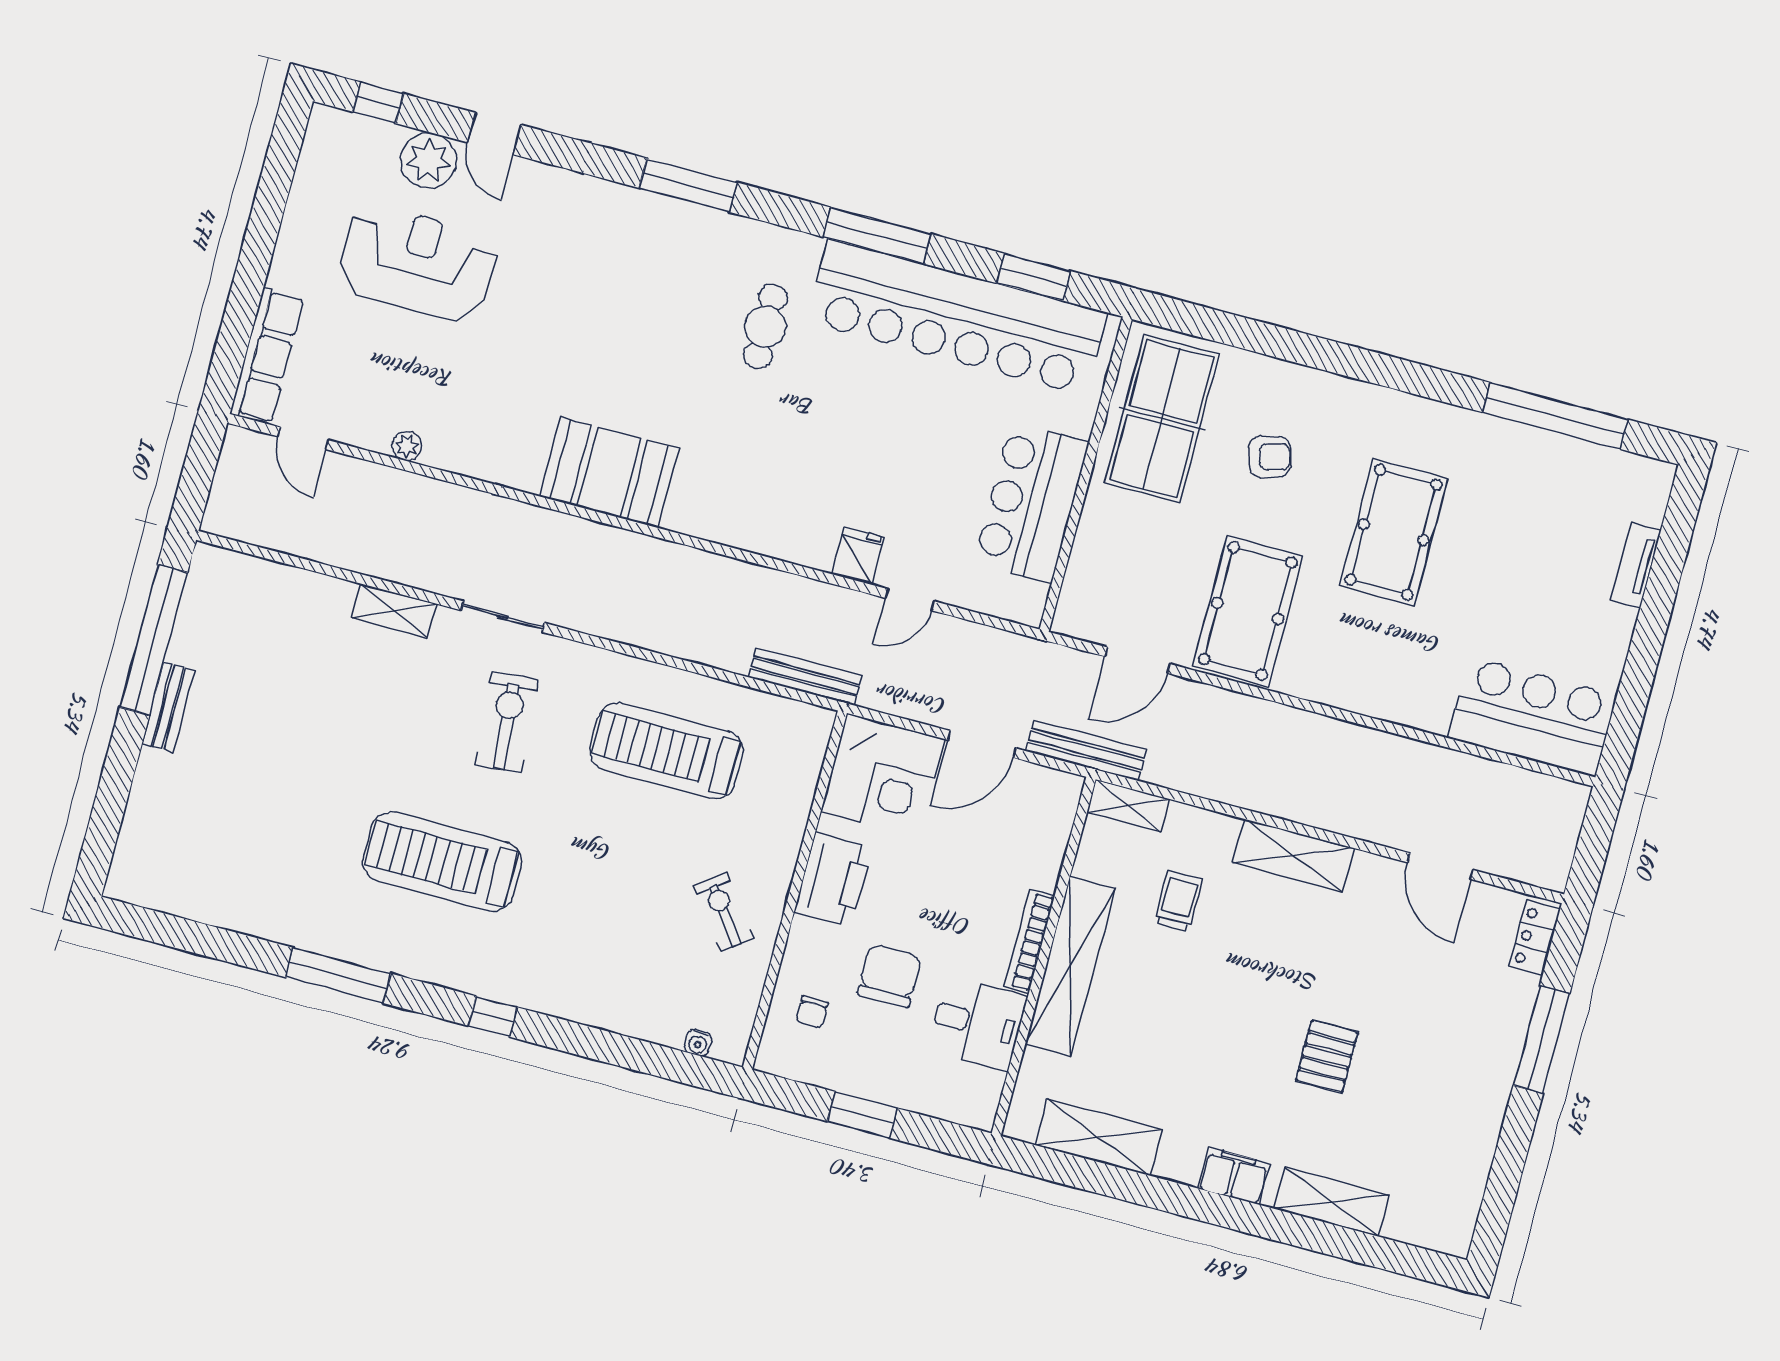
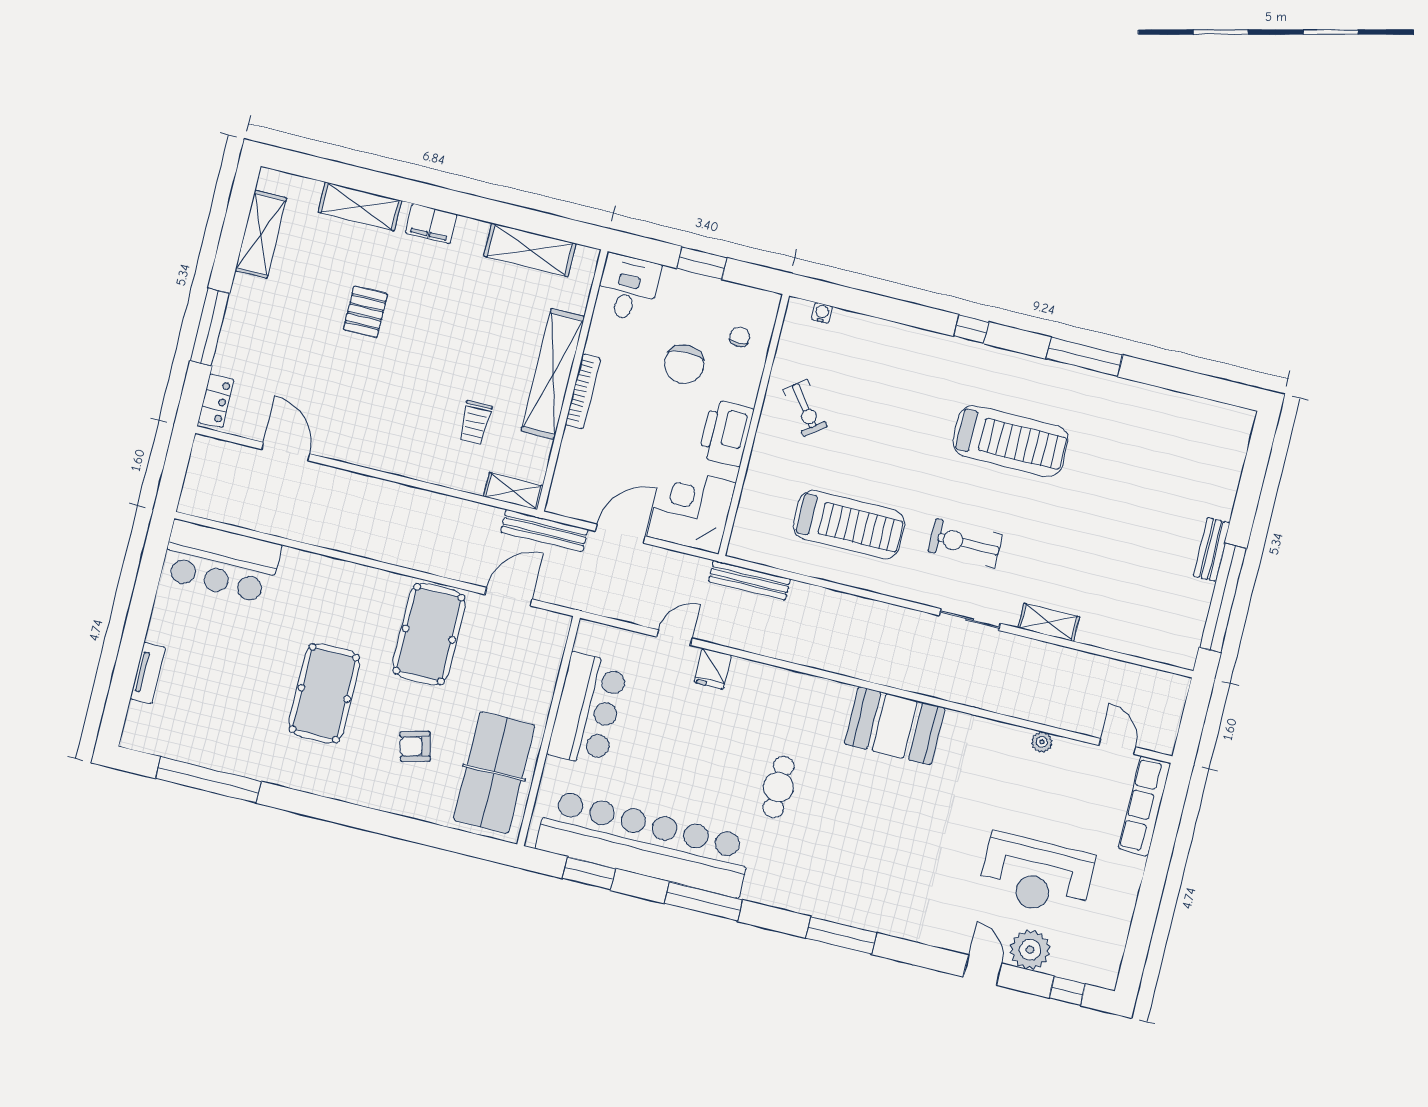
cafe table: (765, 327) -> (779, 787), moved
exercise bike: (507, 722) -> (965, 543), turned 95
shelving: (1293, 855) -> (261, 234), moved, turned 90
desk: (977, 1023) -> (628, 288), moved, turned 90

